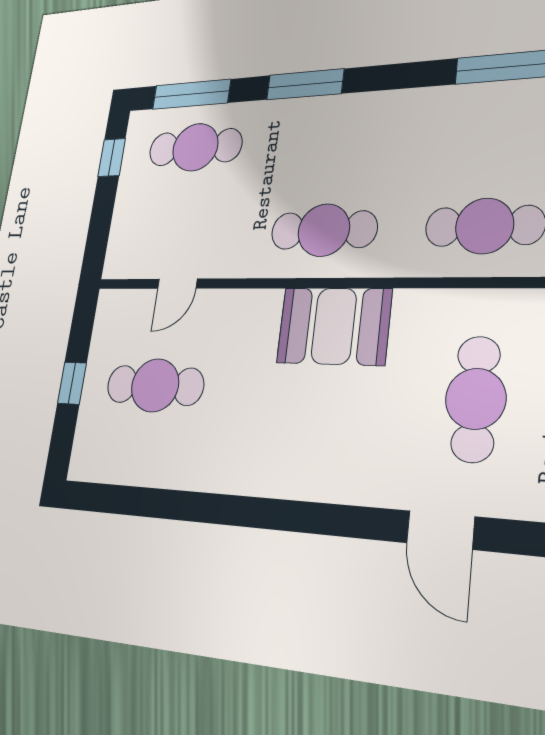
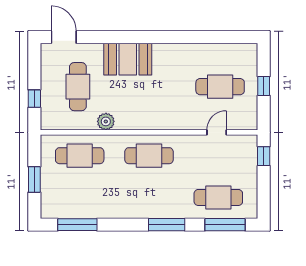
window: (112, 158) -> (264, 156), moved
plant: (414, 309) -> (106, 121), added
booth: (334, 326) -> (128, 59), moved
door: (440, 530) -> (64, 37), moved

